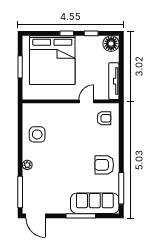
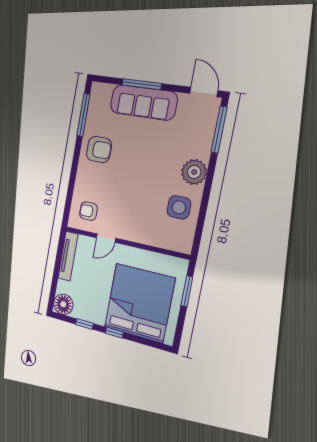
window: (20, 67) -> (187, 291), moved
plant: (27, 165) -> (194, 172), width x1.88, depth x1.88
sofa: (95, 203) -> (143, 102), moved

